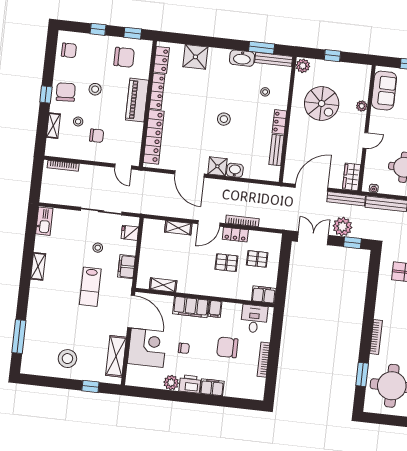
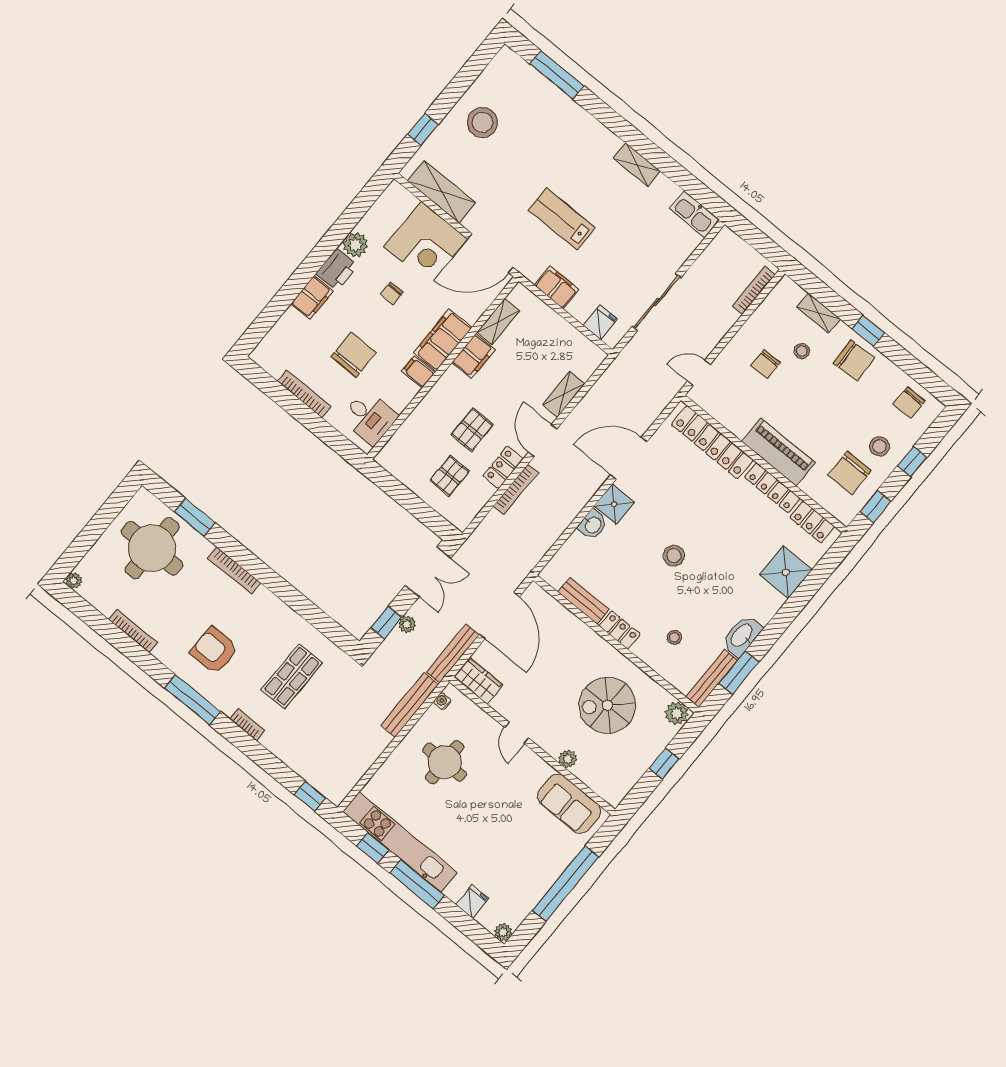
stool: (95, 89) -> (879, 446), moved
plant: (342, 227) -> (407, 624), width x0.53, depth x0.53
stool: (98, 248) -> (609, 265), removed
filing cabinet: (264, 295) -> (473, 356), moved

